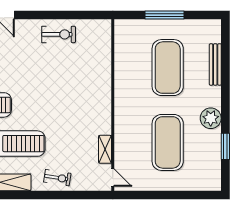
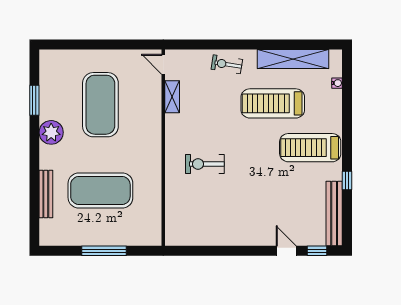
exercise bike: (59, 34) -> (205, 164), moved
exercise mat: (168, 68) -> (100, 190), turned 90

